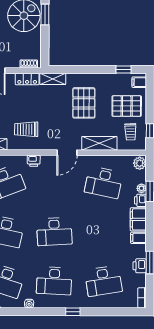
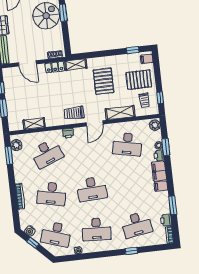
trolley: (26, 129) -> (74, 113), moved
printer: (140, 266) -> (166, 220), moved
window: (73, 312) -> (131, 251), moved

